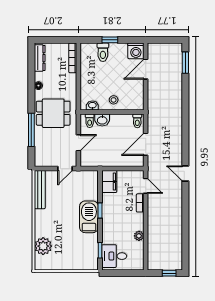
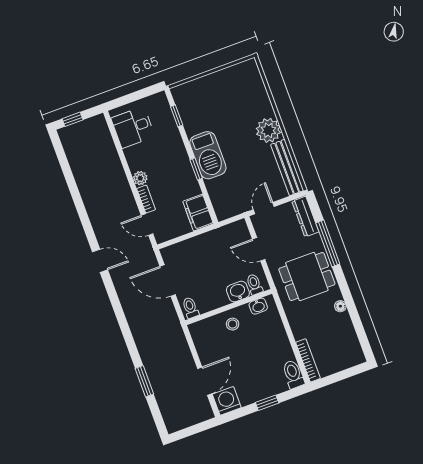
toilet: (103, 52) -> (293, 374), moved
dresser: (40, 58) -> (305, 217), moved
window: (185, 63) -> (144, 381), moved
door: (78, 143) -> (259, 249), hinge flipped
door: (146, 144) -> (168, 280), swing flipped
plant: (139, 236) -> (140, 178), moved
plant: (43, 246) -> (268, 130), moved
desk: (114, 256) -> (133, 127), moved, turned 180

